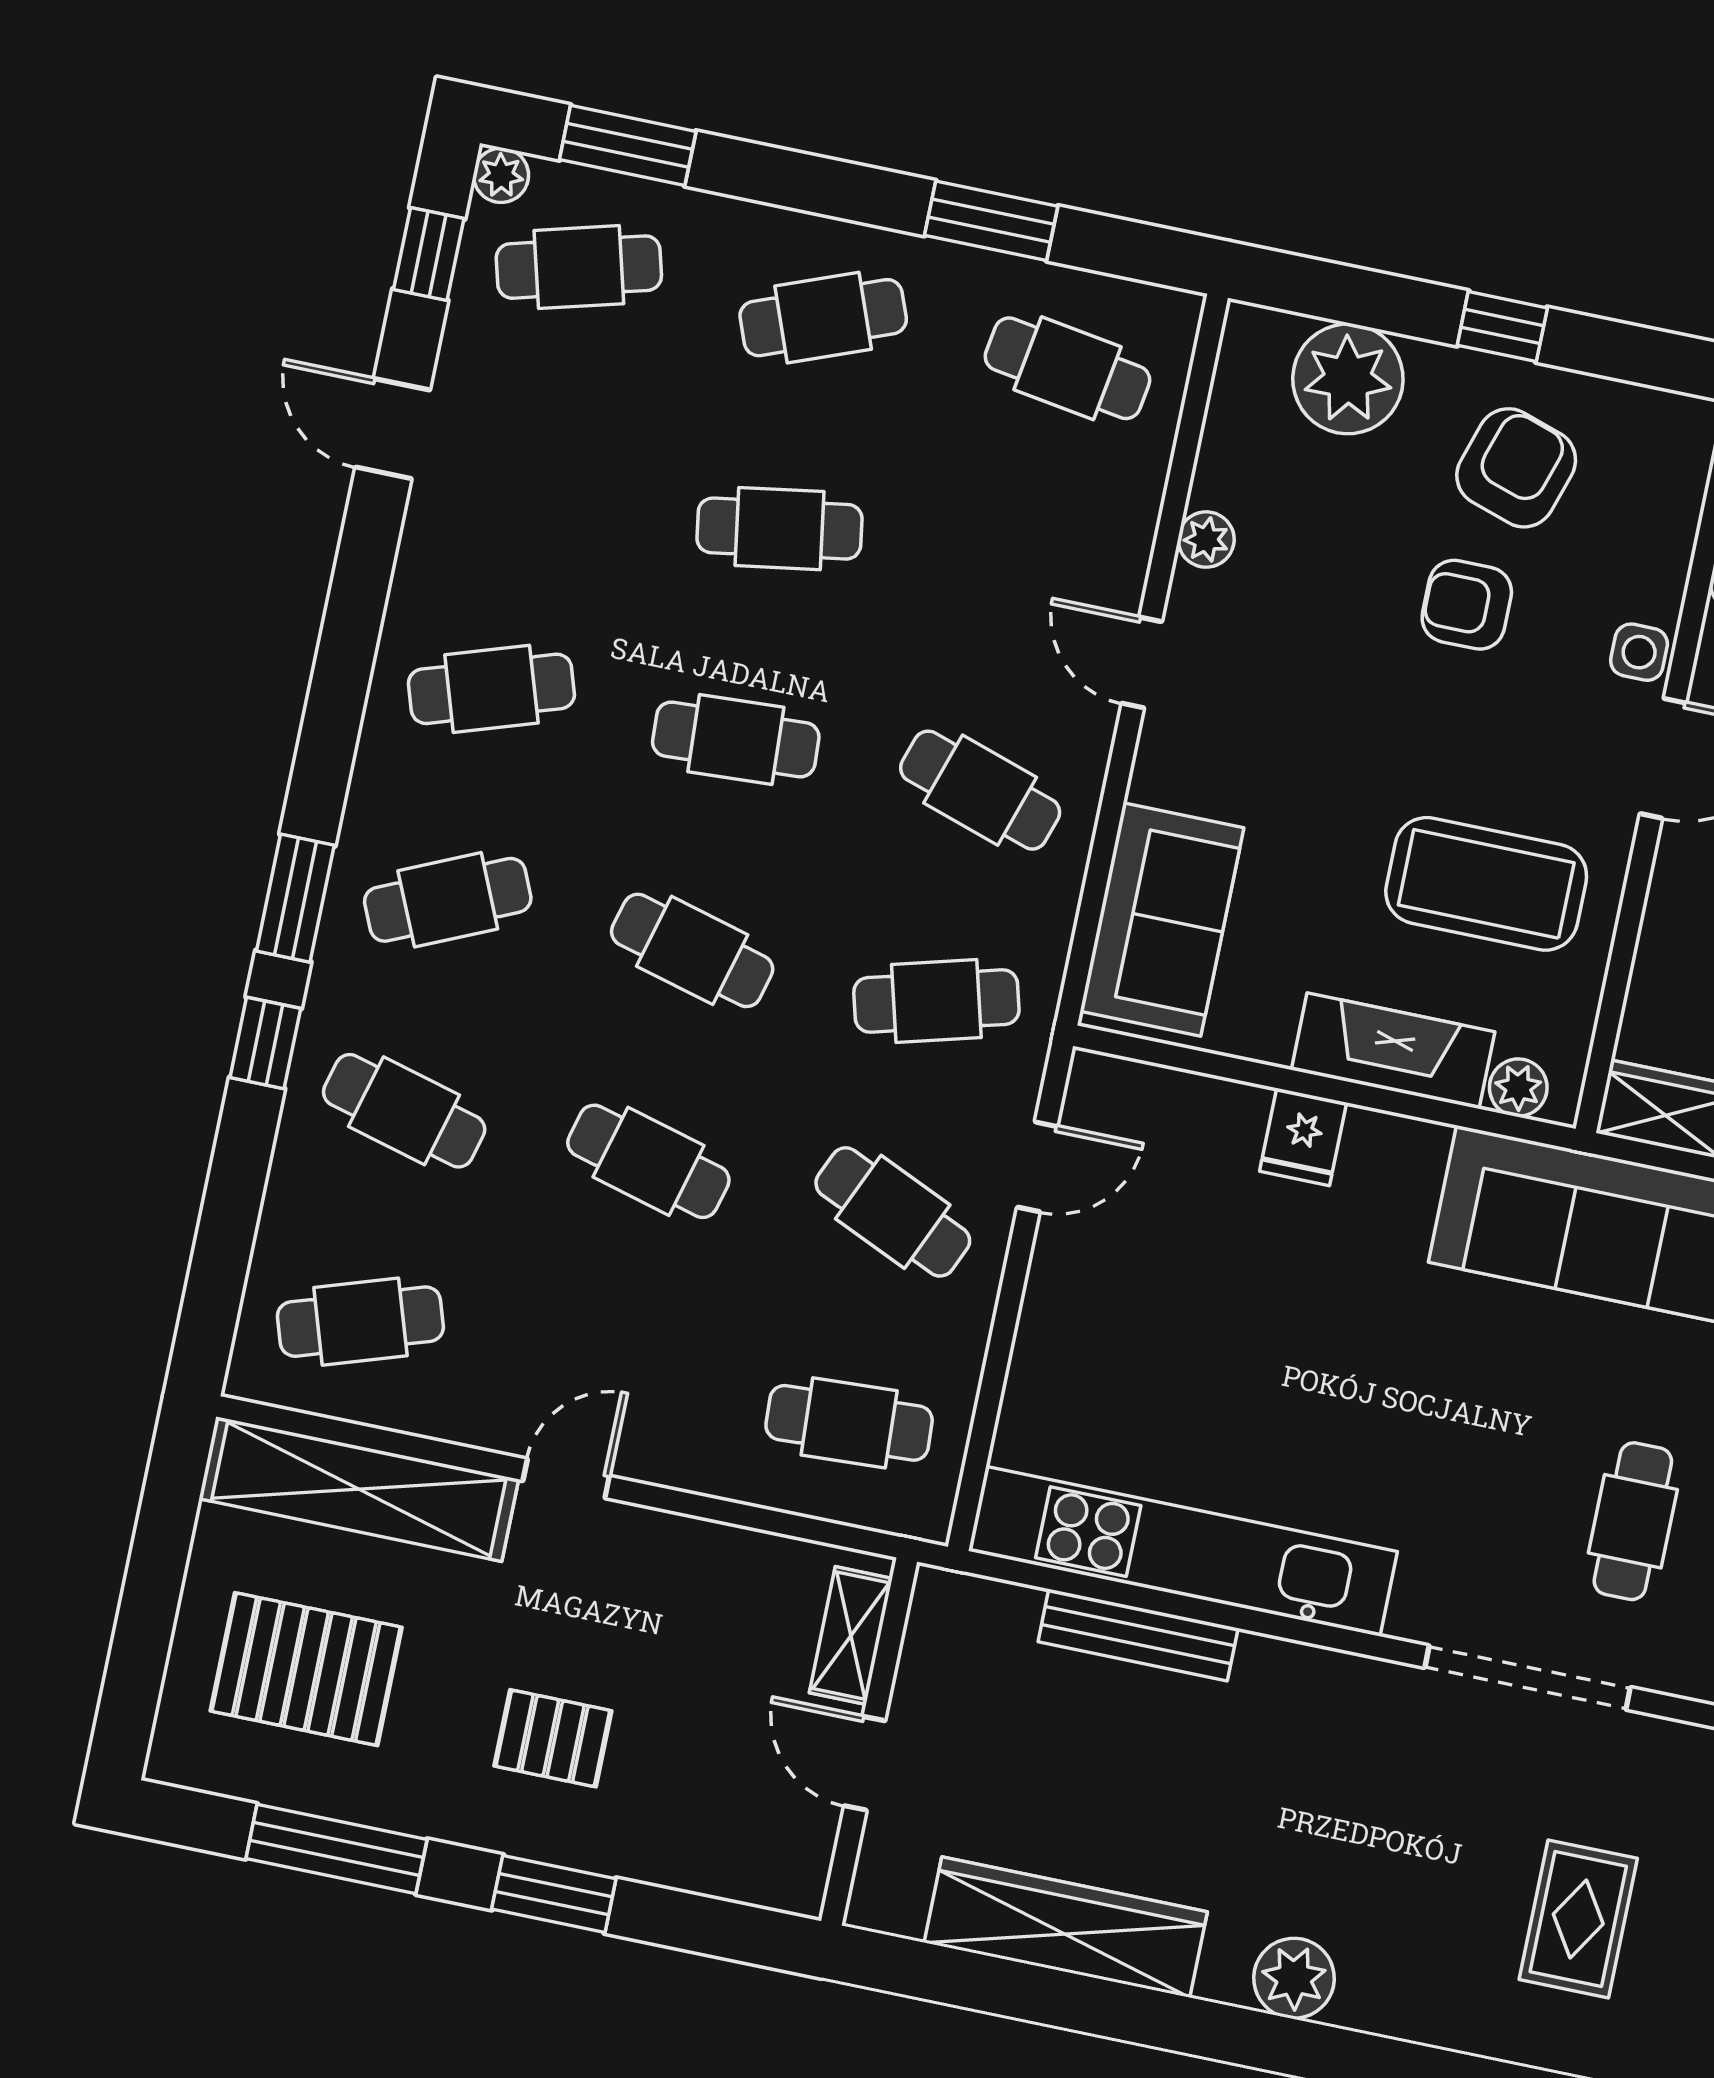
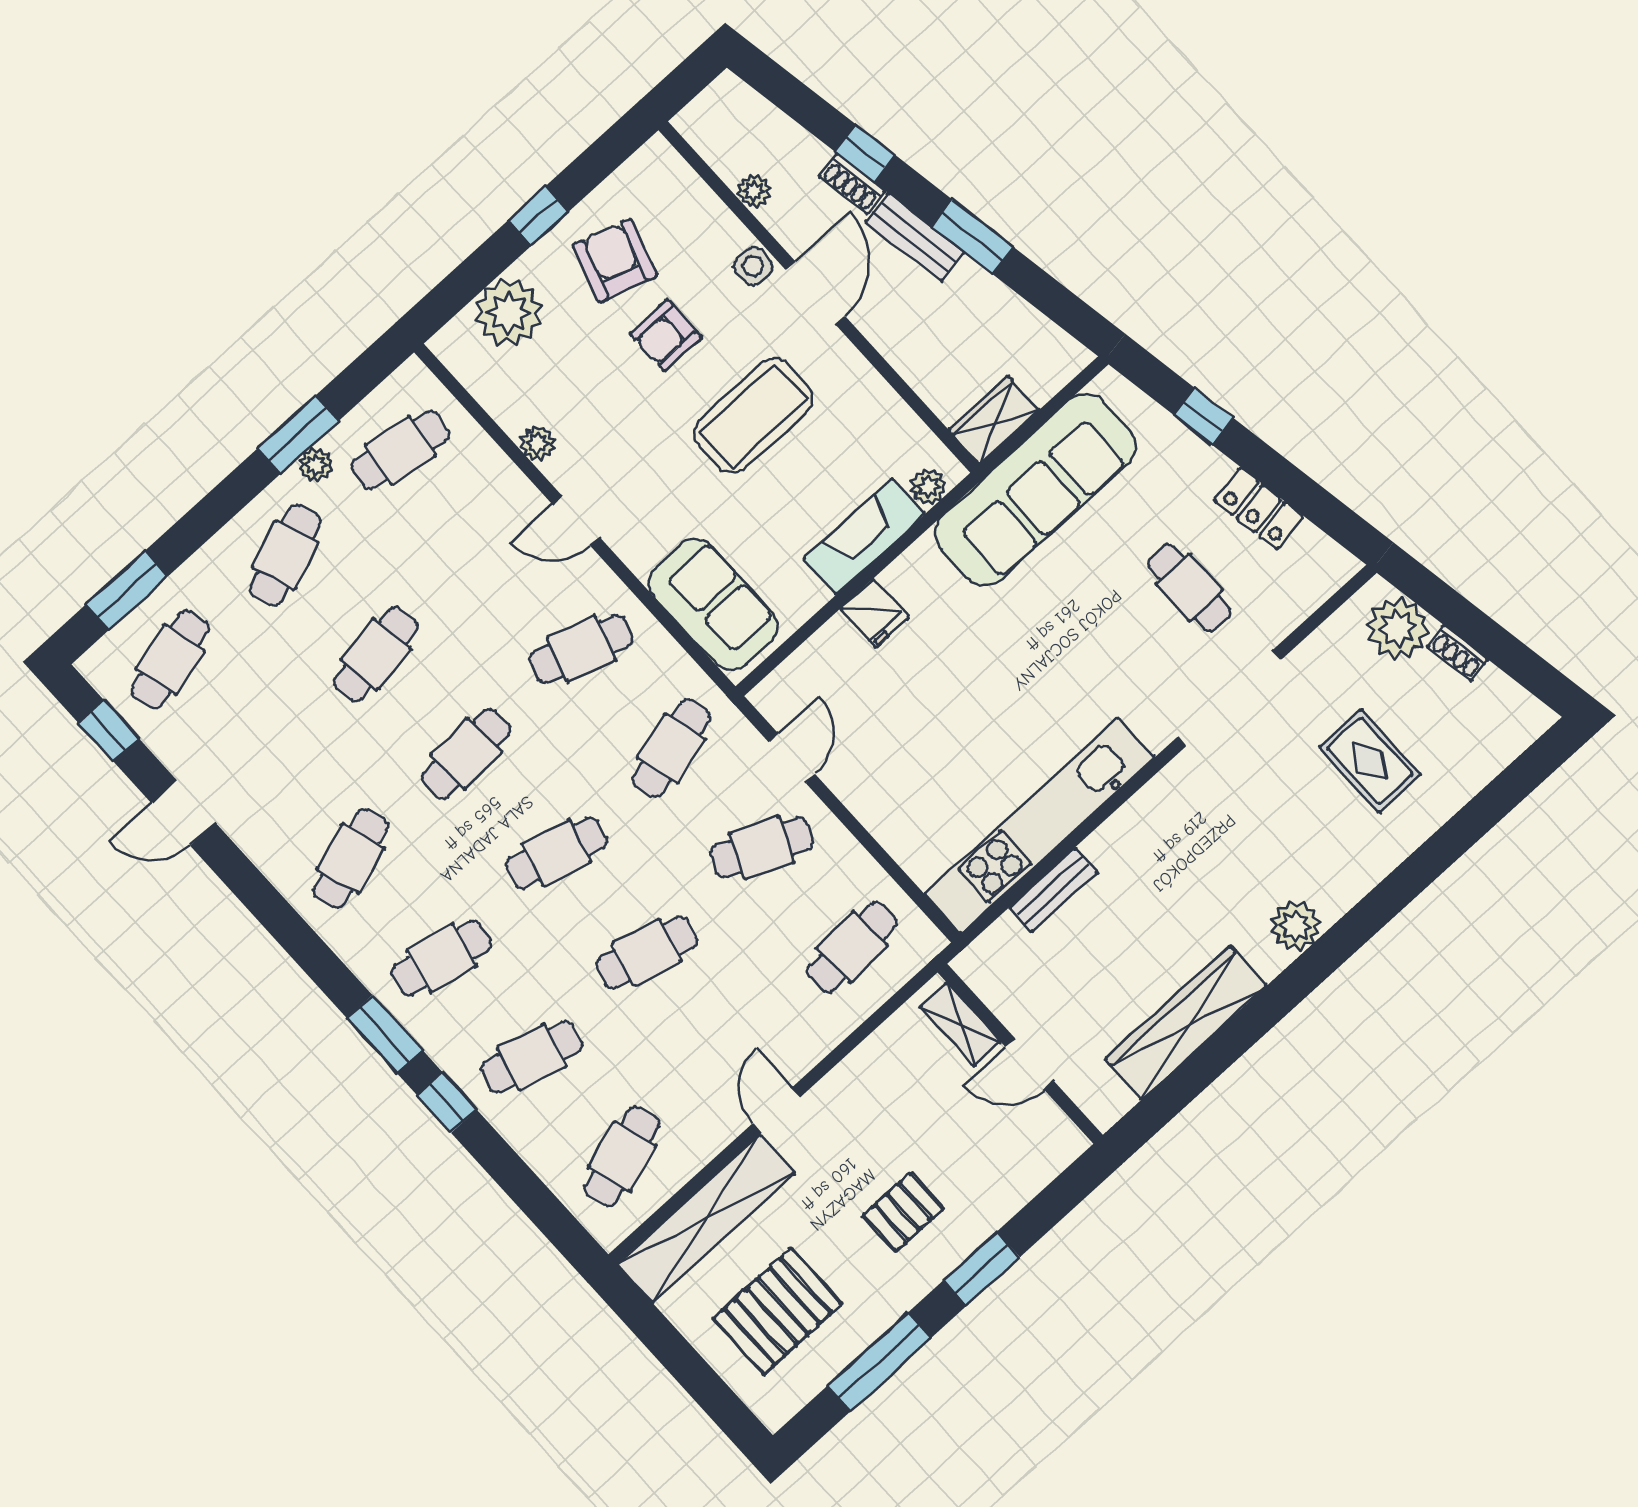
plant: (501, 175) -> (316, 465), moved
coffee table: (1486, 884) -> (753, 416), moved
cafe table: (448, 900) -> (441, 958), turned 36
bench: (1138, 1635) -> (1053, 890), width x0.73

